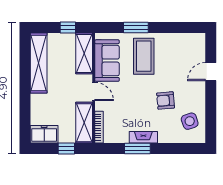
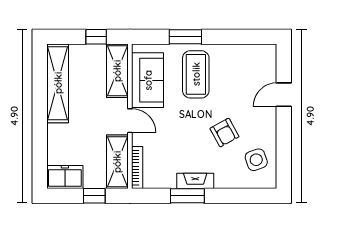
armchair: (166, 100) -> (224, 133), turned -114

